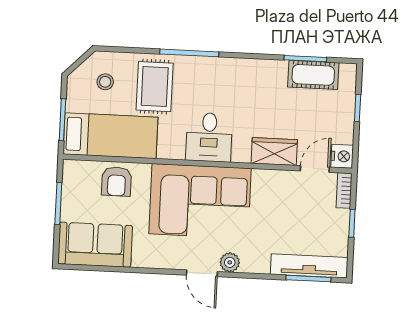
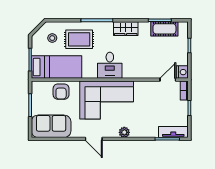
rug: (155, 87) -> (79, 39), turned 90
wardrobe: (274, 152) -> (126, 29), moved, turned 180
tv unit: (309, 266) -> (173, 132), width x0.71
door: (202, 273) -> (94, 139), moved

